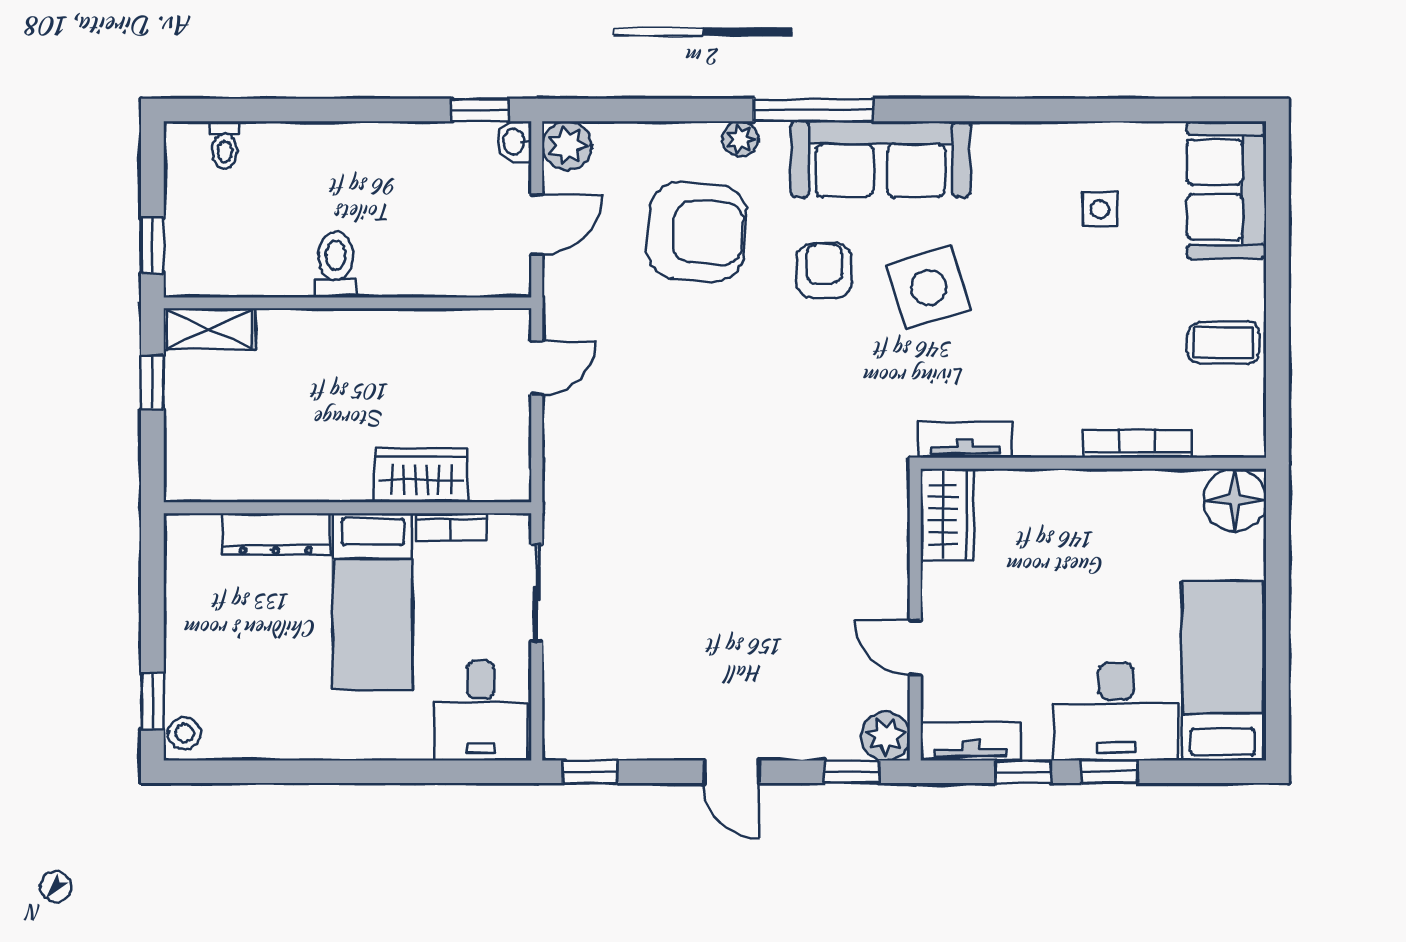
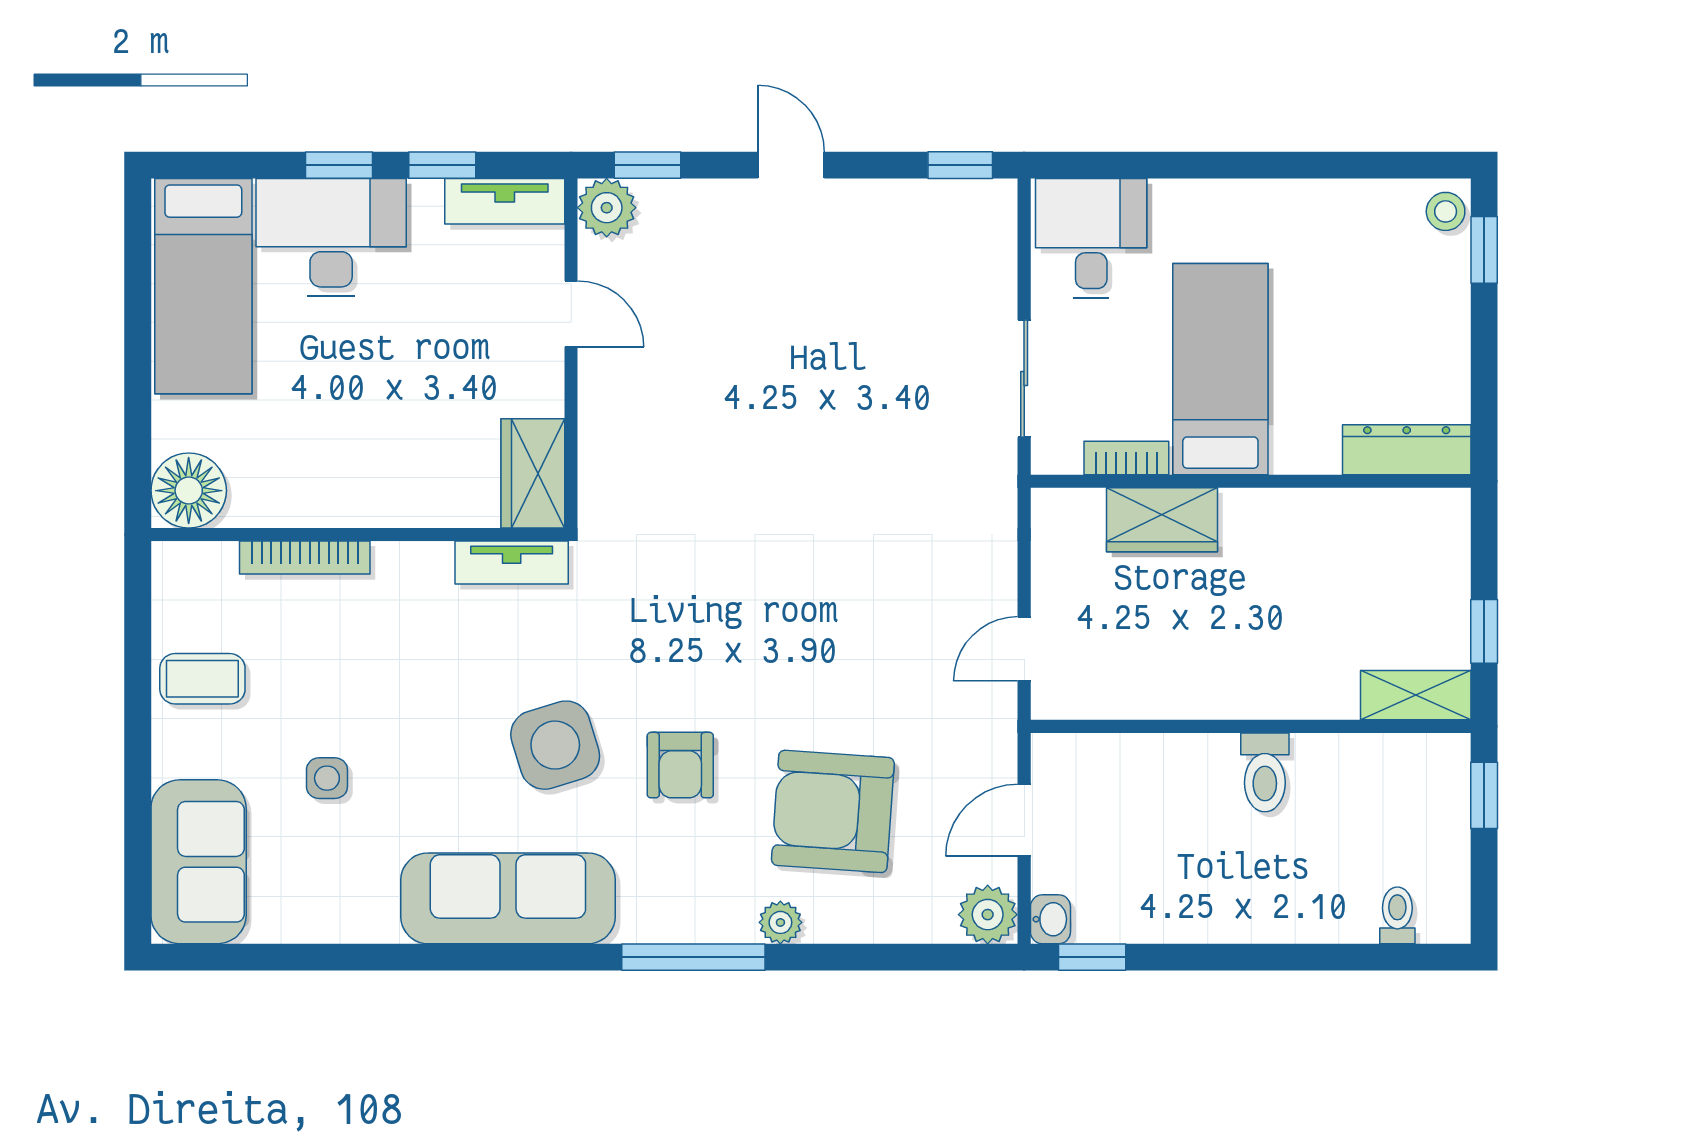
sofa: (880, 159) -> (508, 898), moved
side table: (1100, 209) -> (327, 778), moved
dresser: (276, 534) -> (1407, 450), moved

